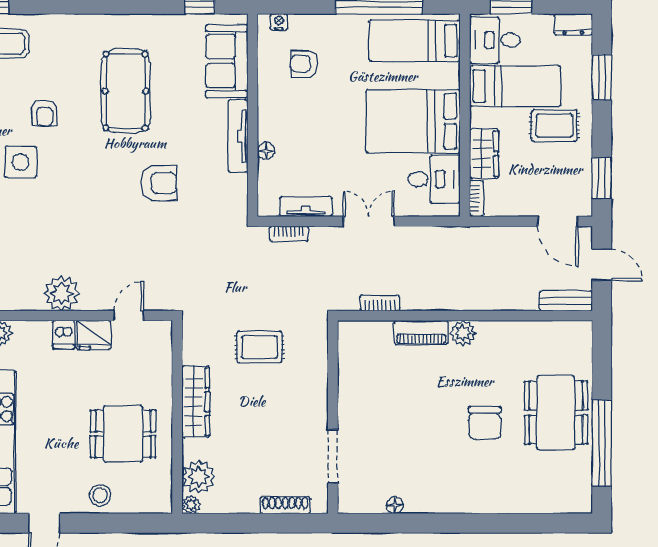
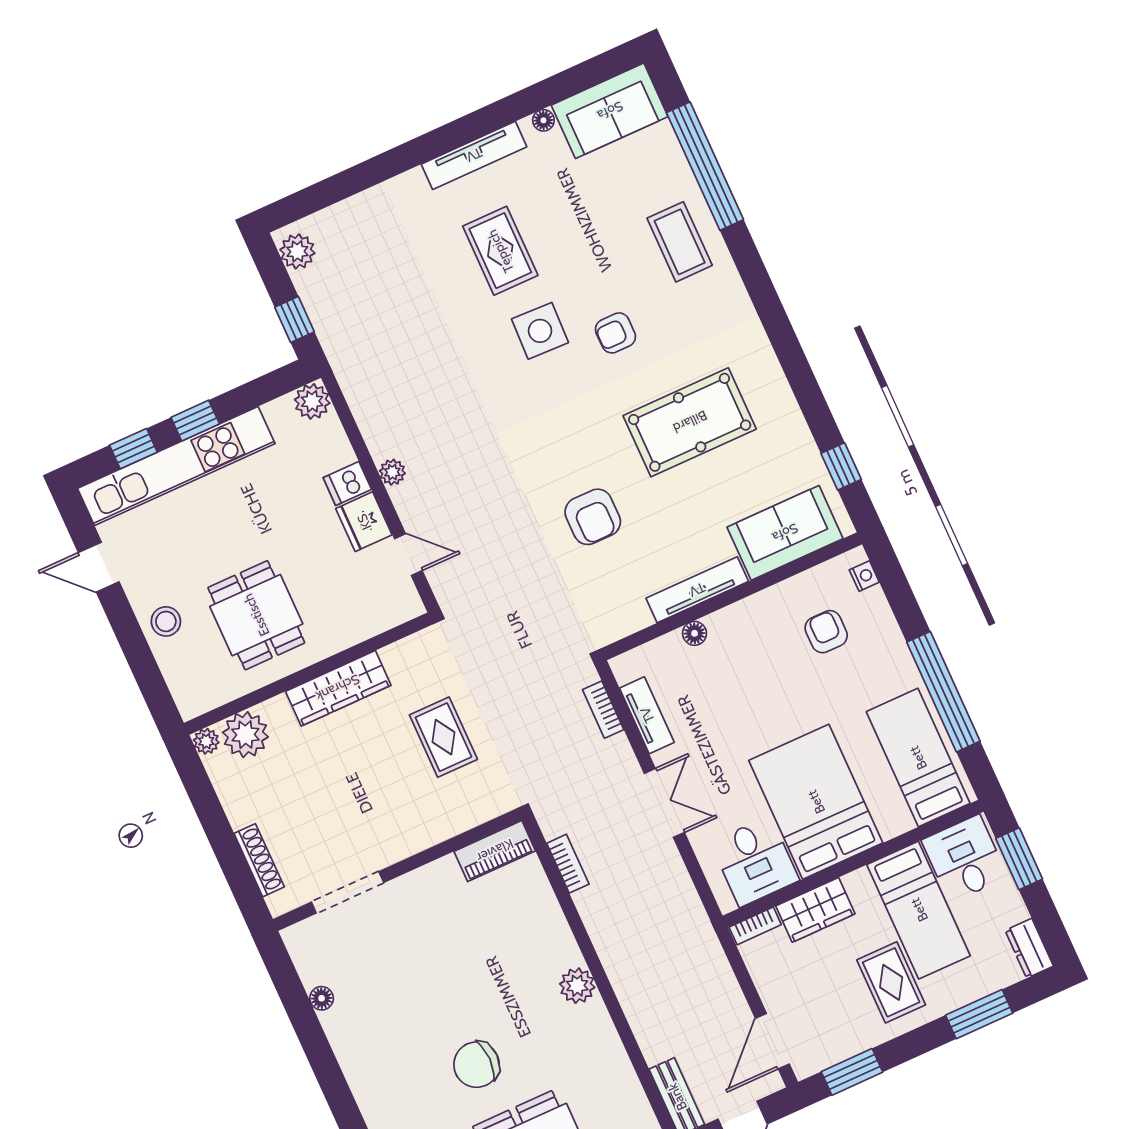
plant: (61, 293) -> (392, 472), width x0.53, depth x0.53
piano: (421, 332) -> (495, 851), moved, turned -90

